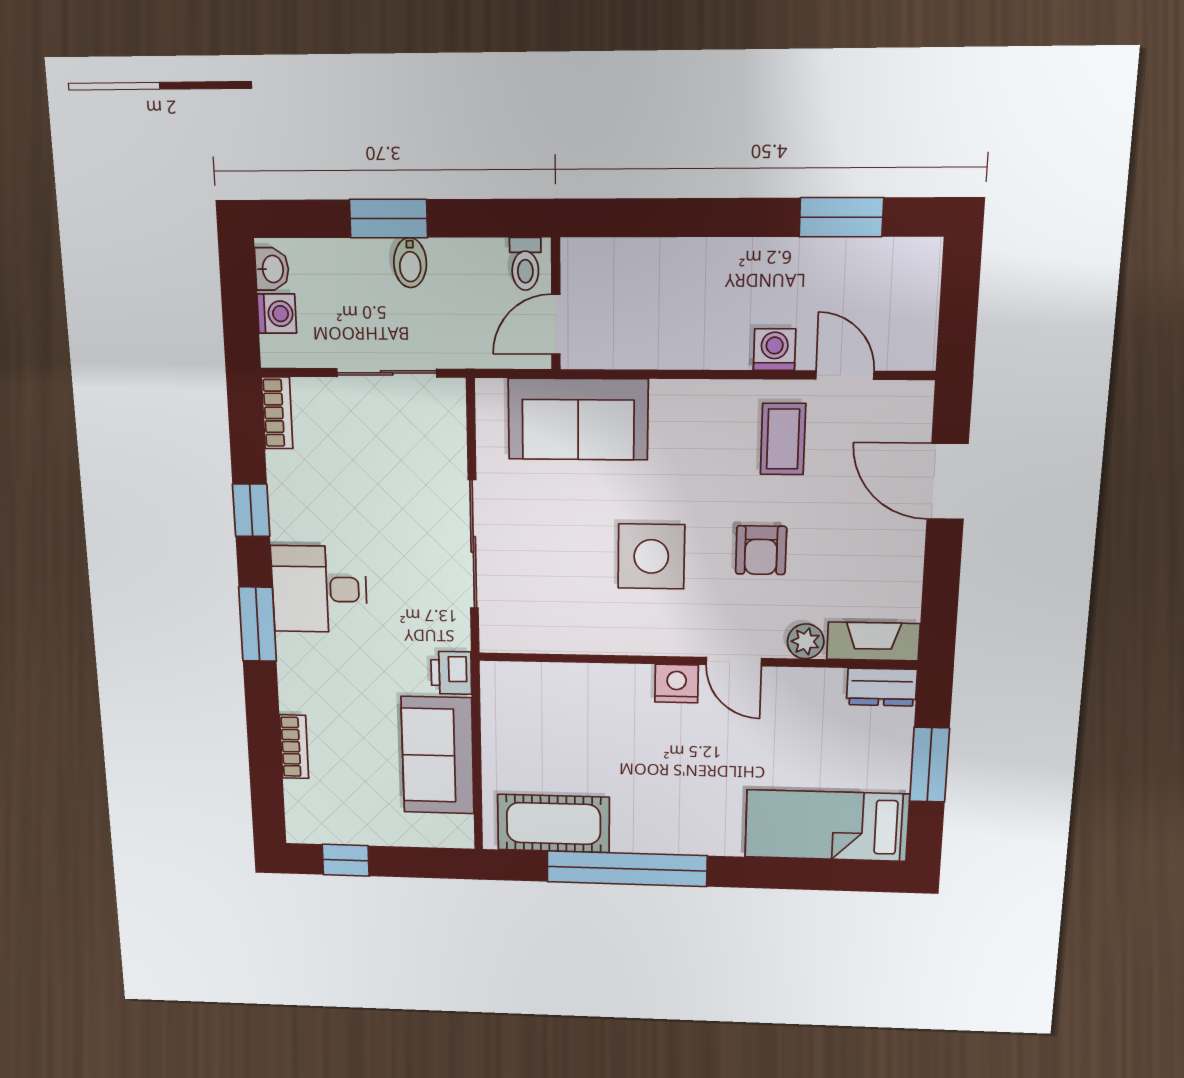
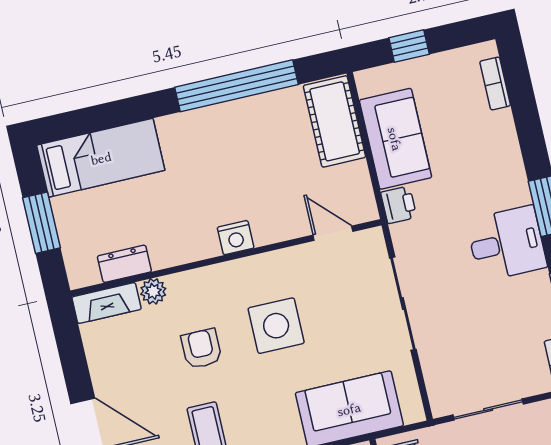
door: (734, 662) -> (333, 233), moved
dresser: (882, 687) -> (124, 264), moved
bookcase: (294, 747) -> (495, 83), moved
cot: (553, 823) -> (335, 121), moved, turned 90
window: (346, 860) -> (409, 46), moved

